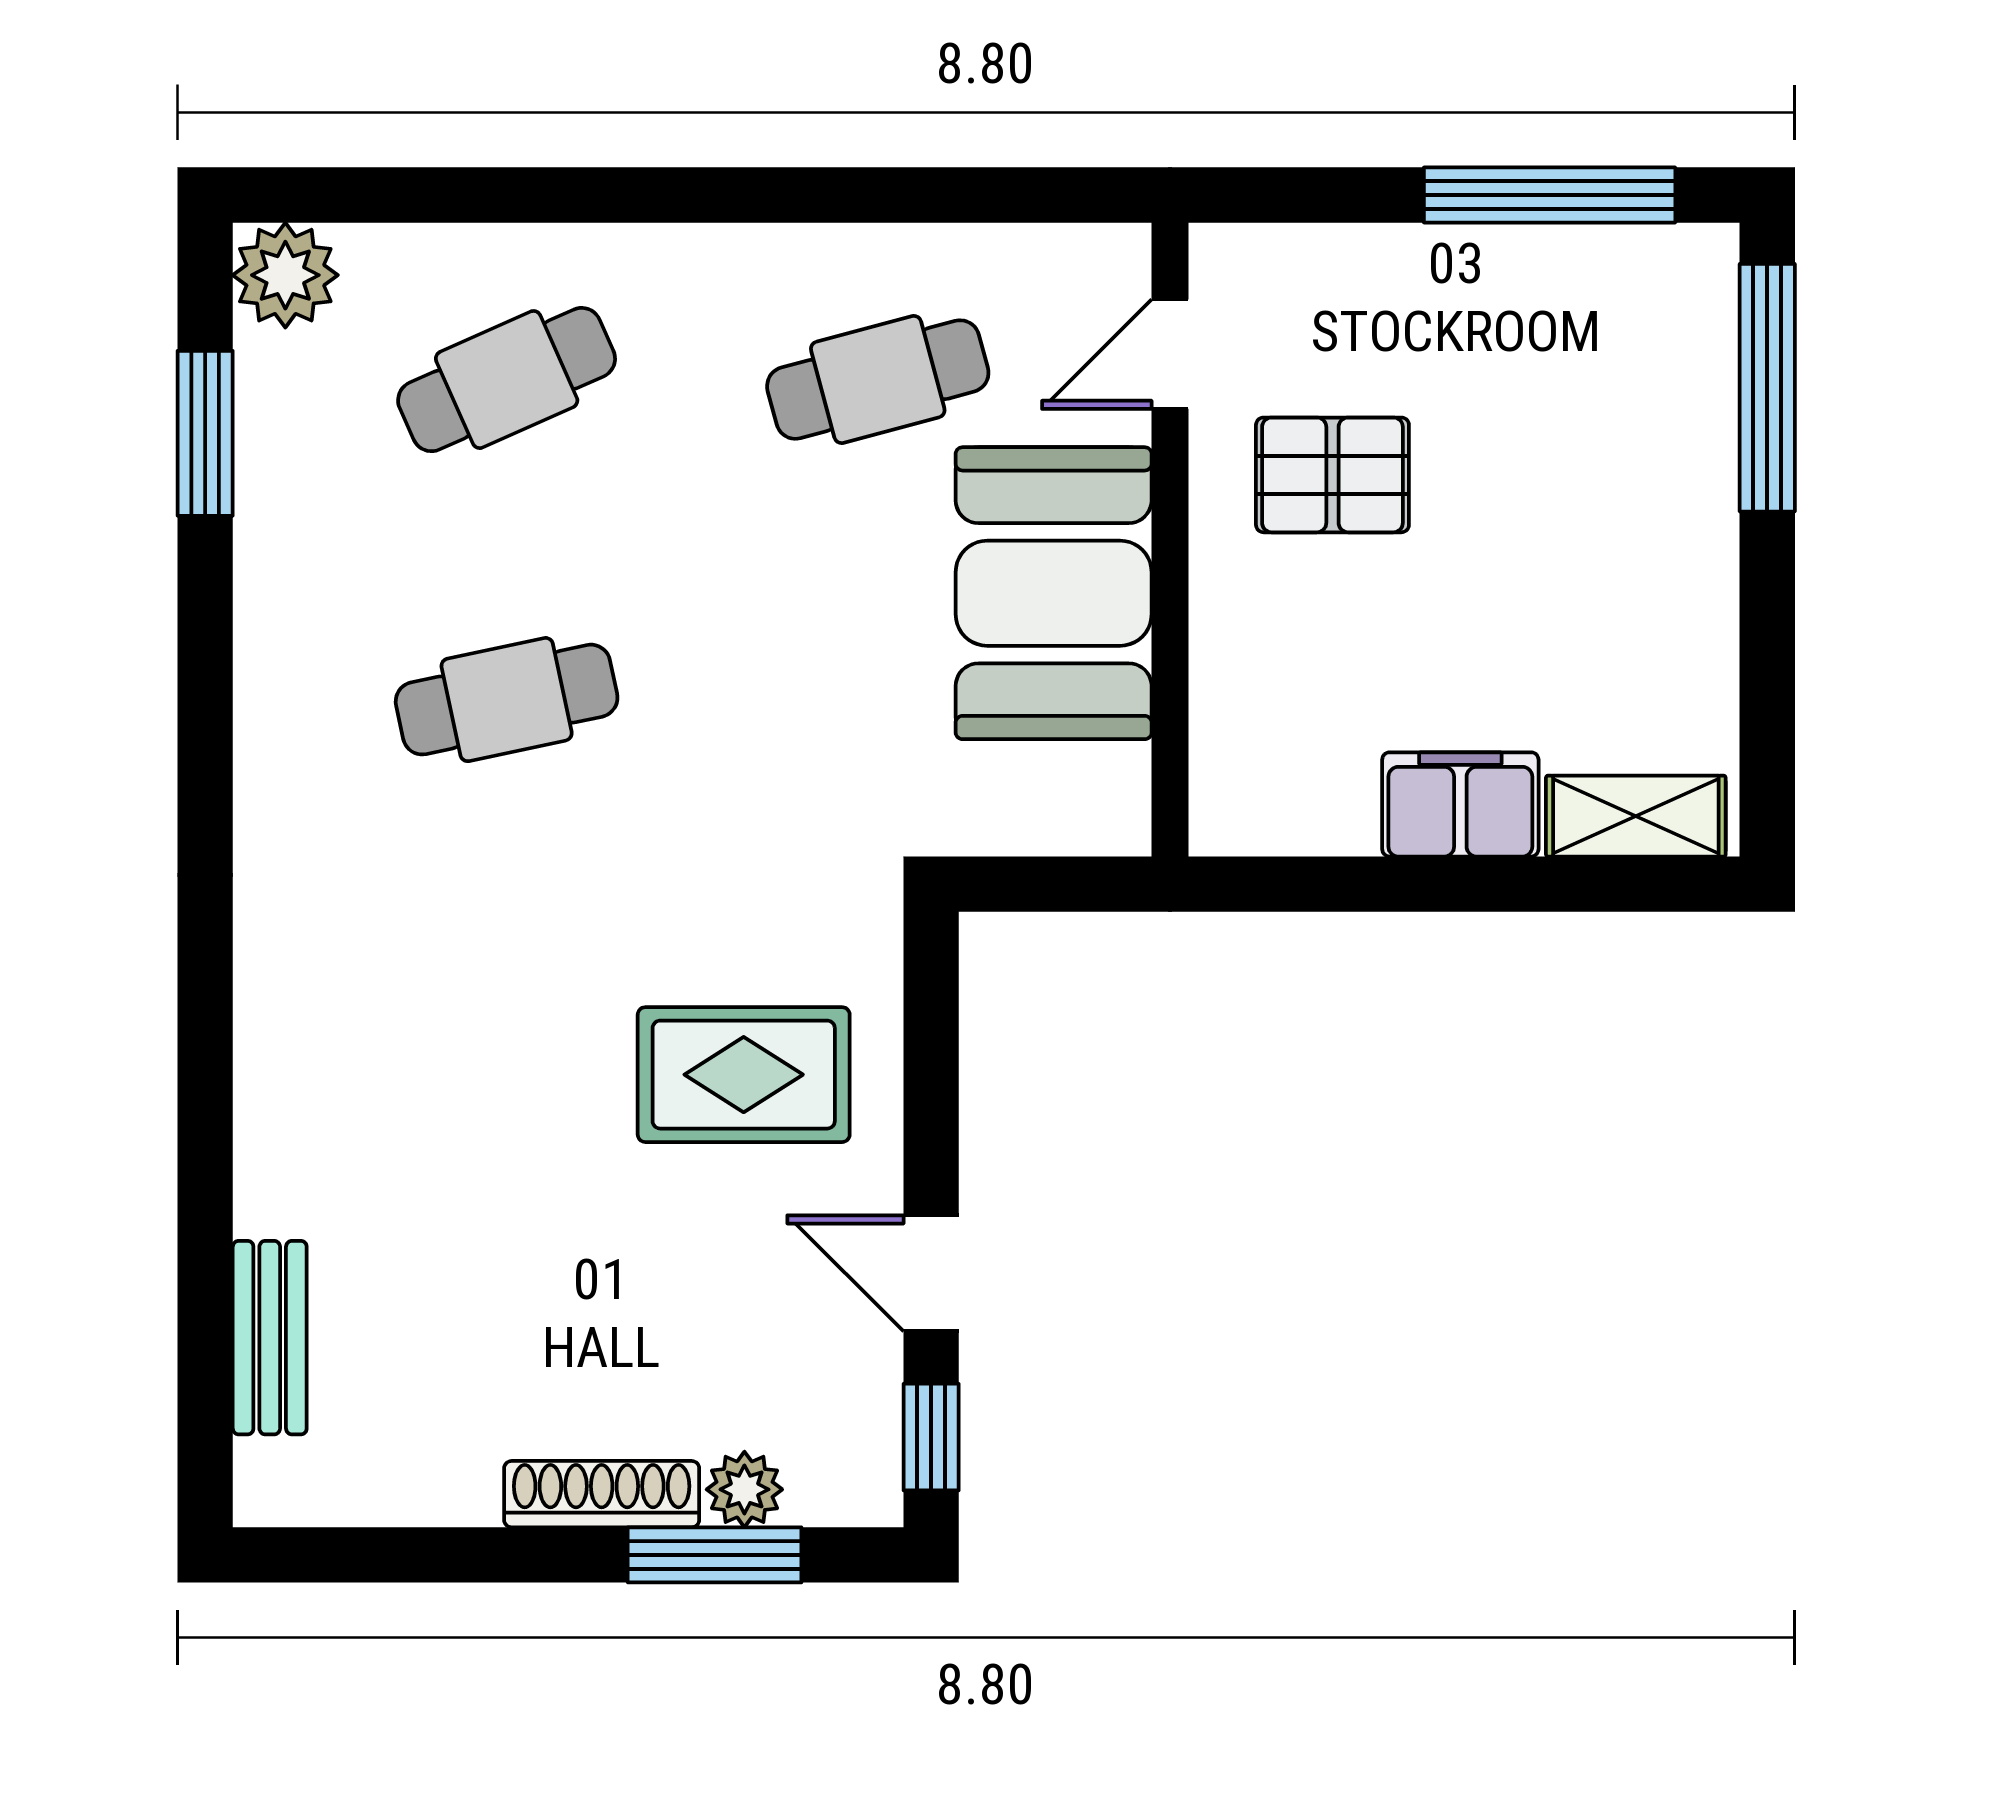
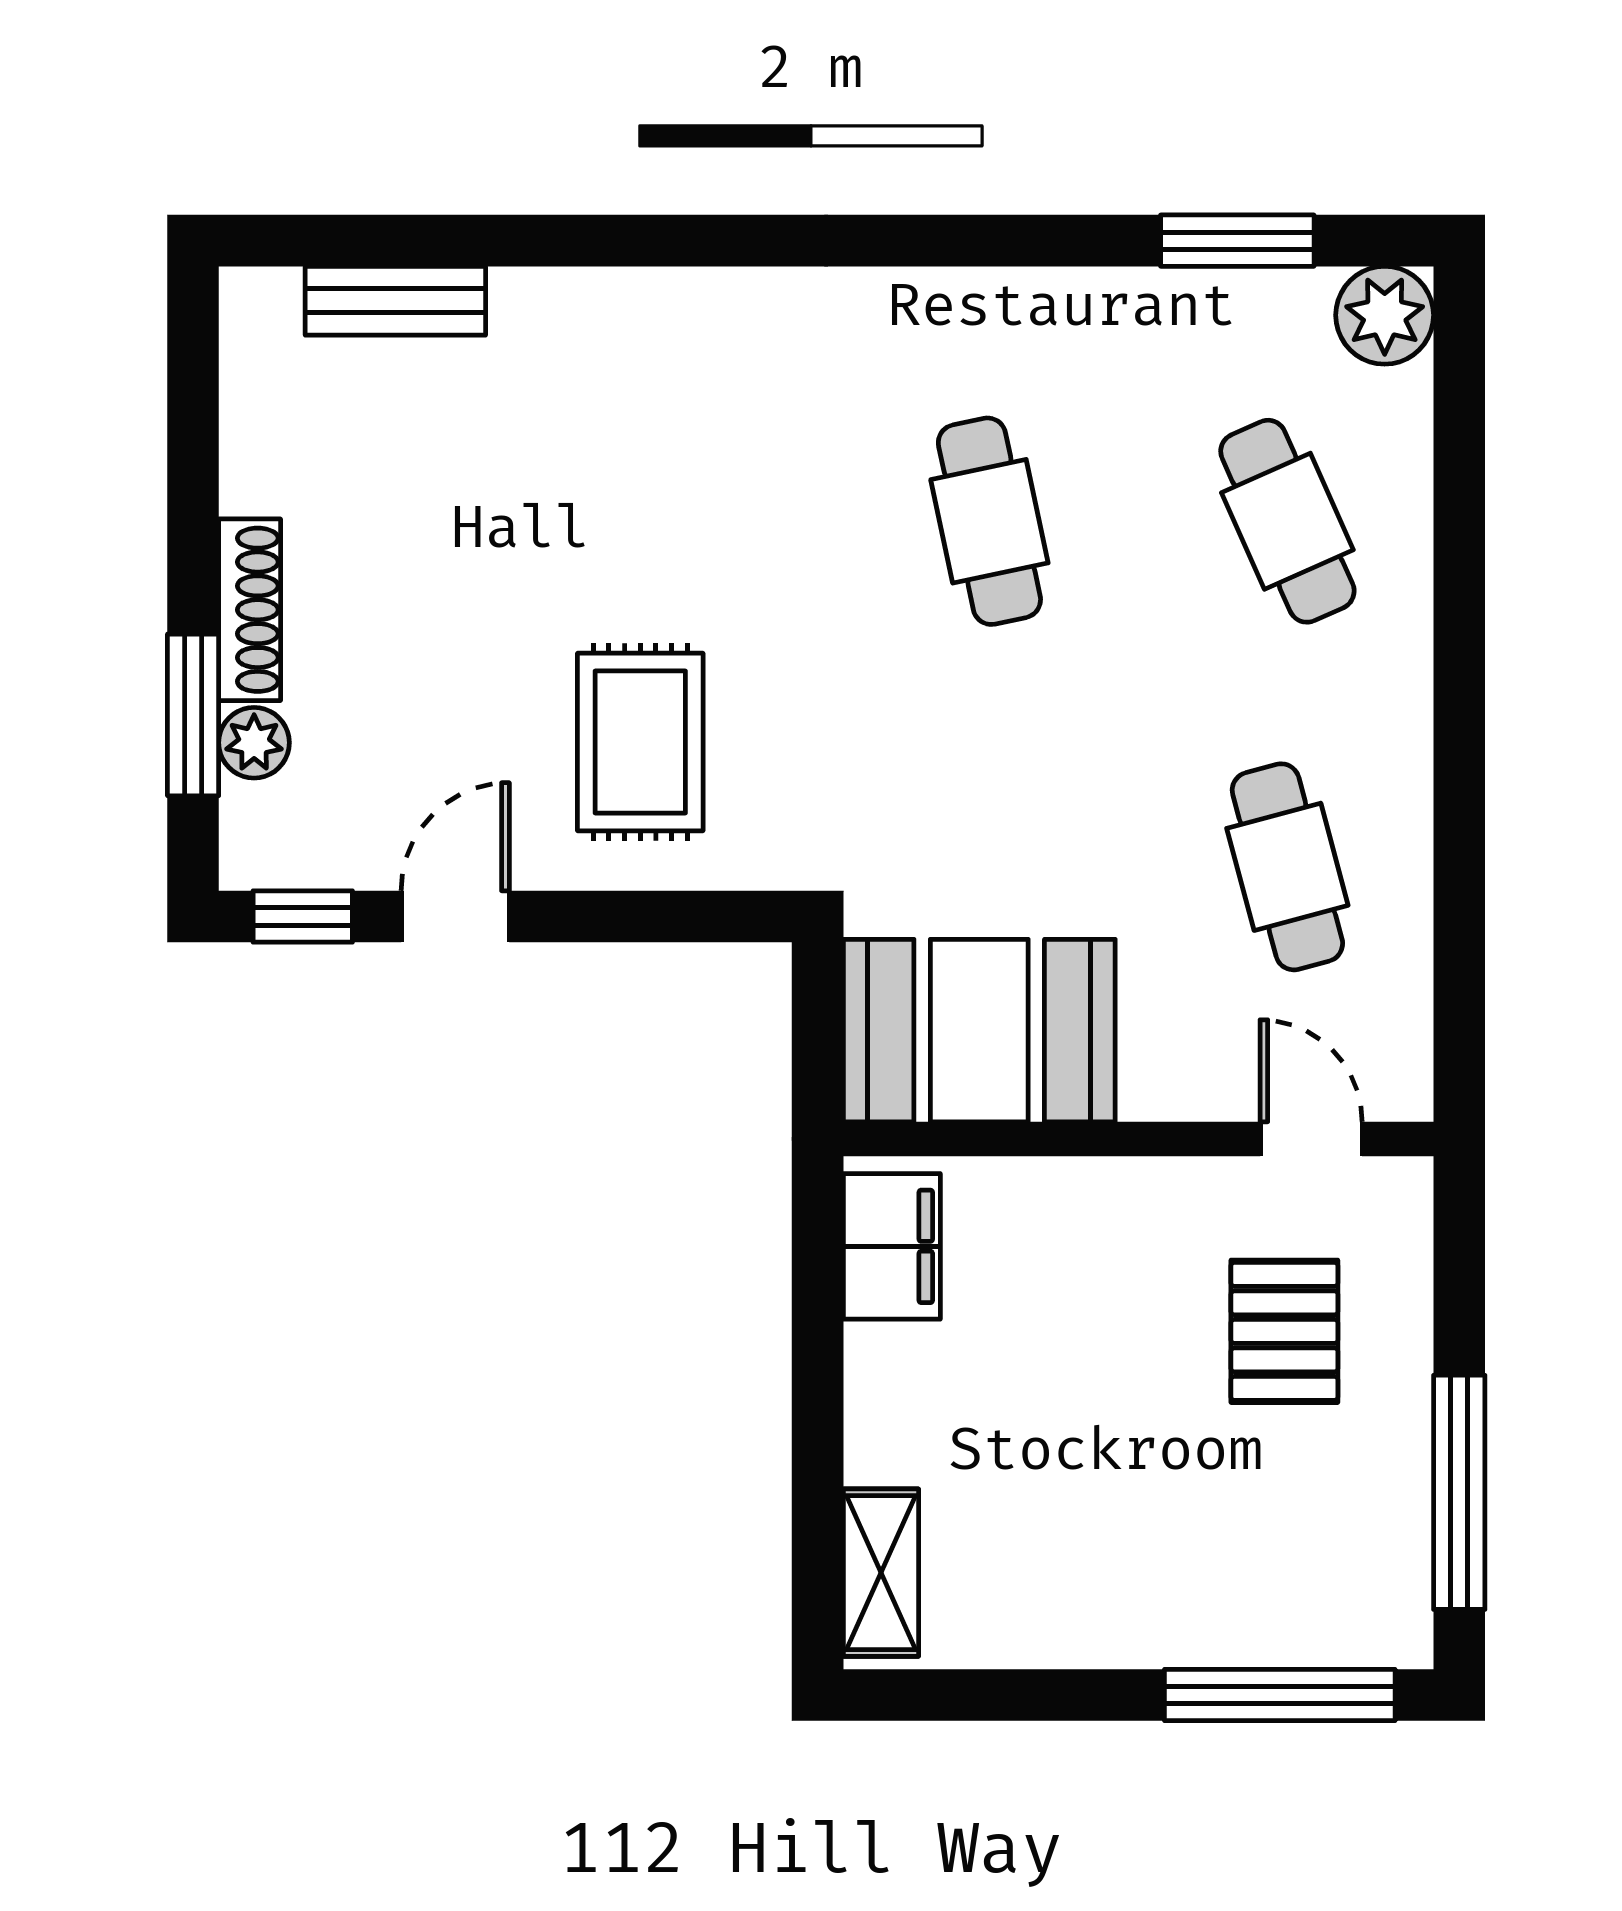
pallet: (1332, 475) -> (1284, 1331), moved
booth: (1054, 593) -> (979, 1031), moved
filing cabinet: (1460, 804) -> (892, 1246), moved

